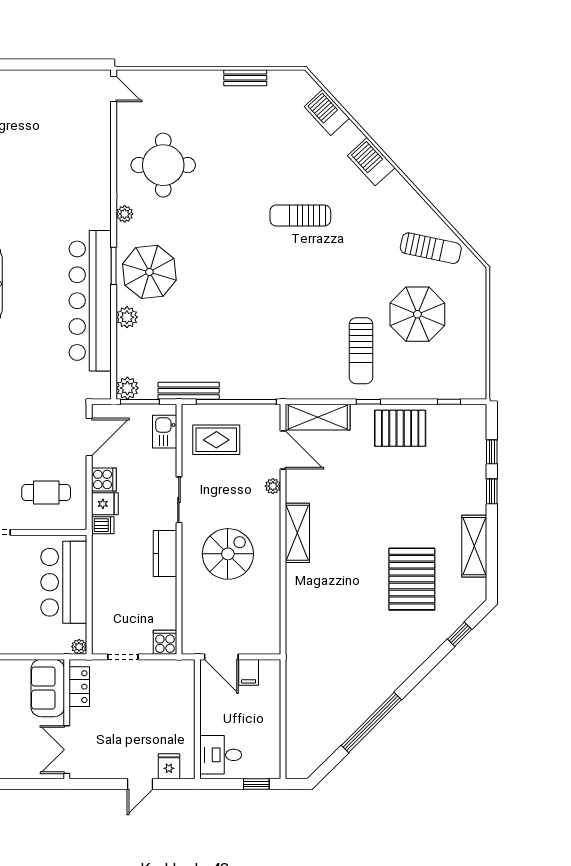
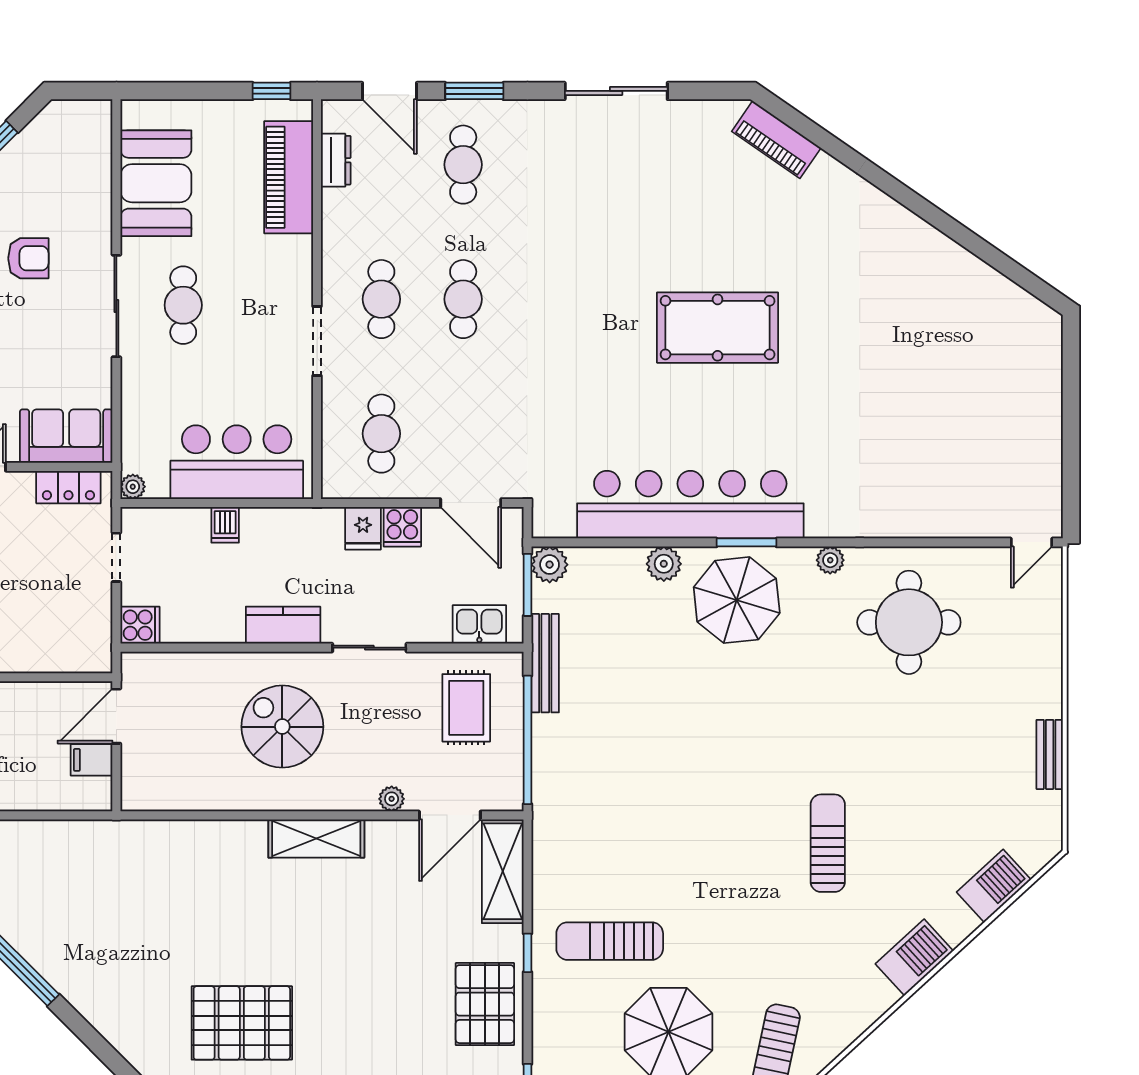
dishwasher: (103, 525) -> (225, 525), moved
spiral stairs: (228, 554) -> (282, 727), turned 180

